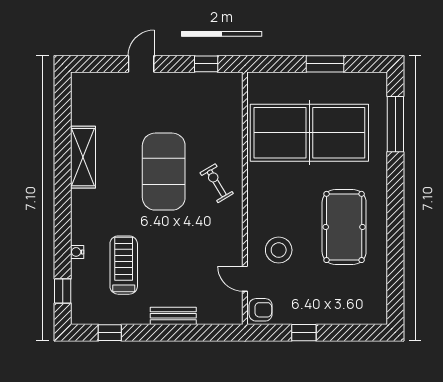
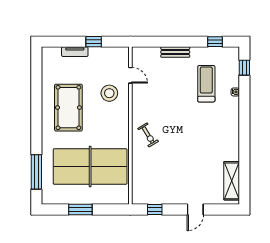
shelving: (83, 157) -> (232, 181), moved
exercise mat: (164, 172) -> (181, 142), removed
treadmill: (124, 265) -> (206, 84), turned 180
armchair: (261, 310) -> (121, 56), removed
tv unit: (334, 317) -> (75, 52), added

